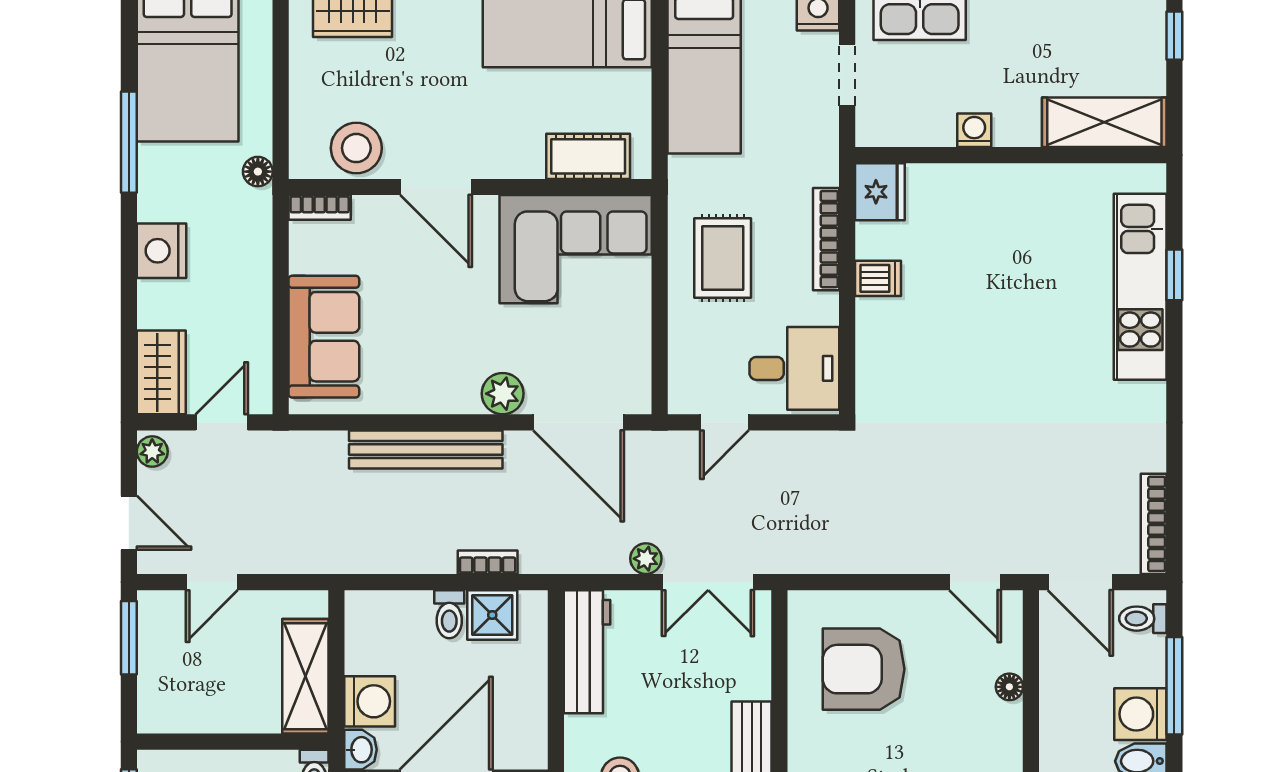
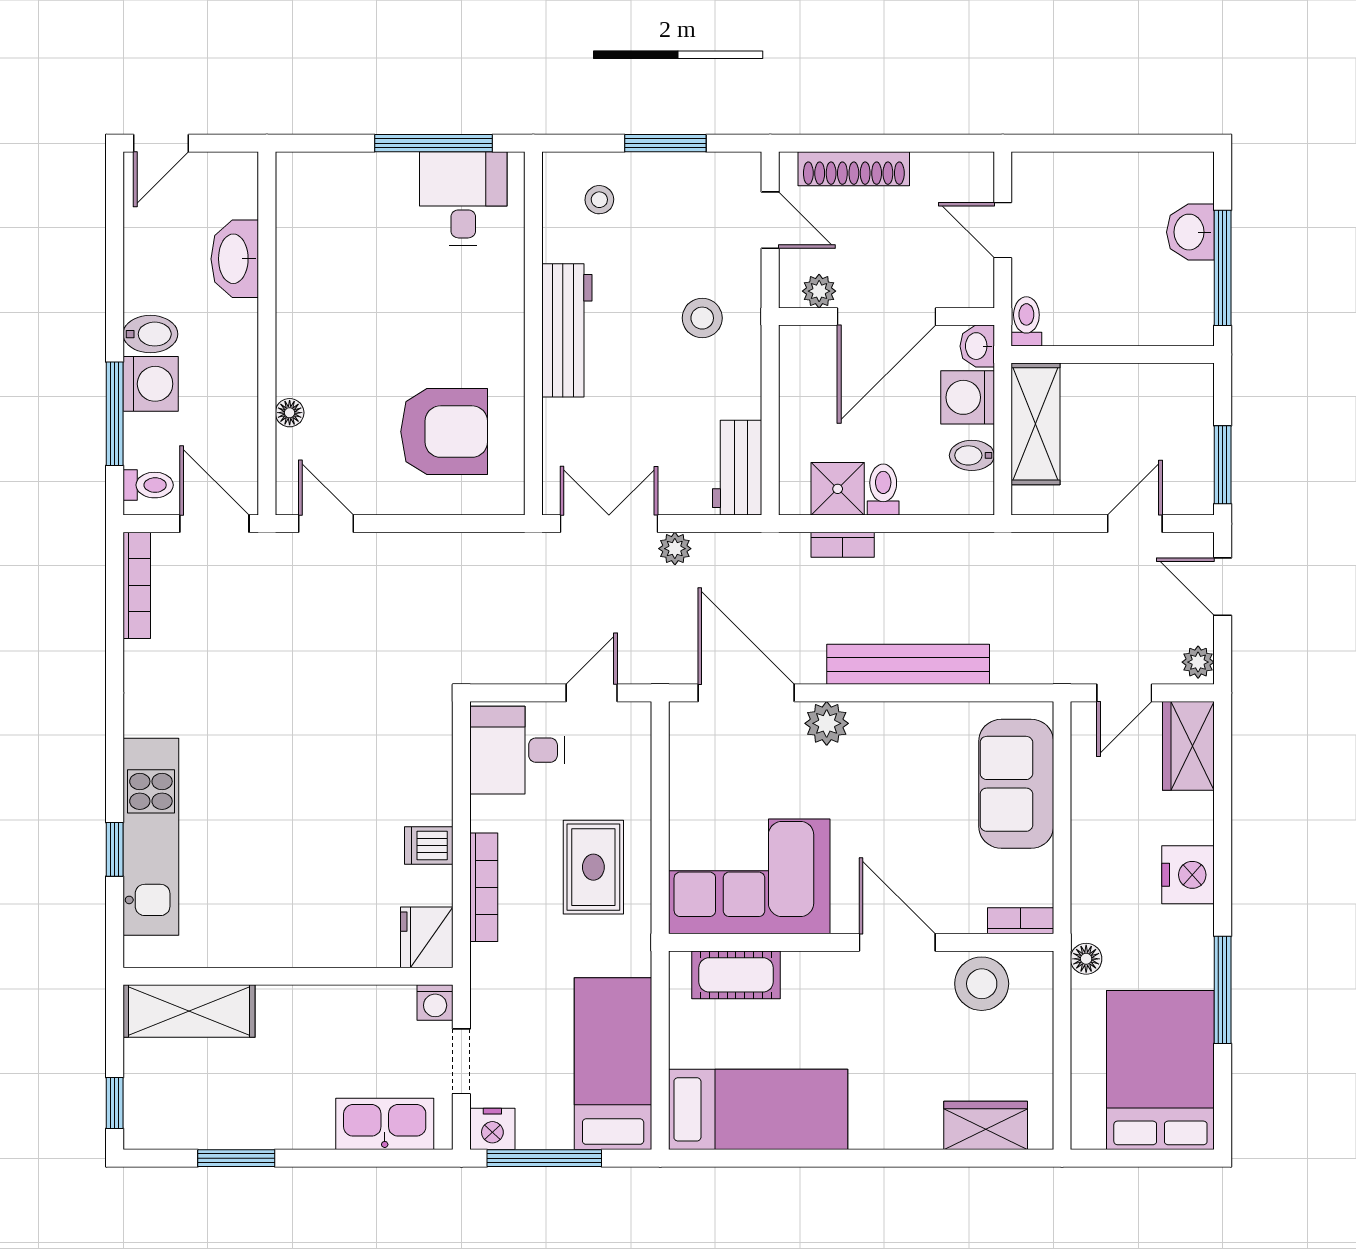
washing machine: (974, 130) -> (435, 1003), moved
bidet: (366, 647) -> (972, 455), added
workbench: (587, 652) -> (737, 468), width x0.73

